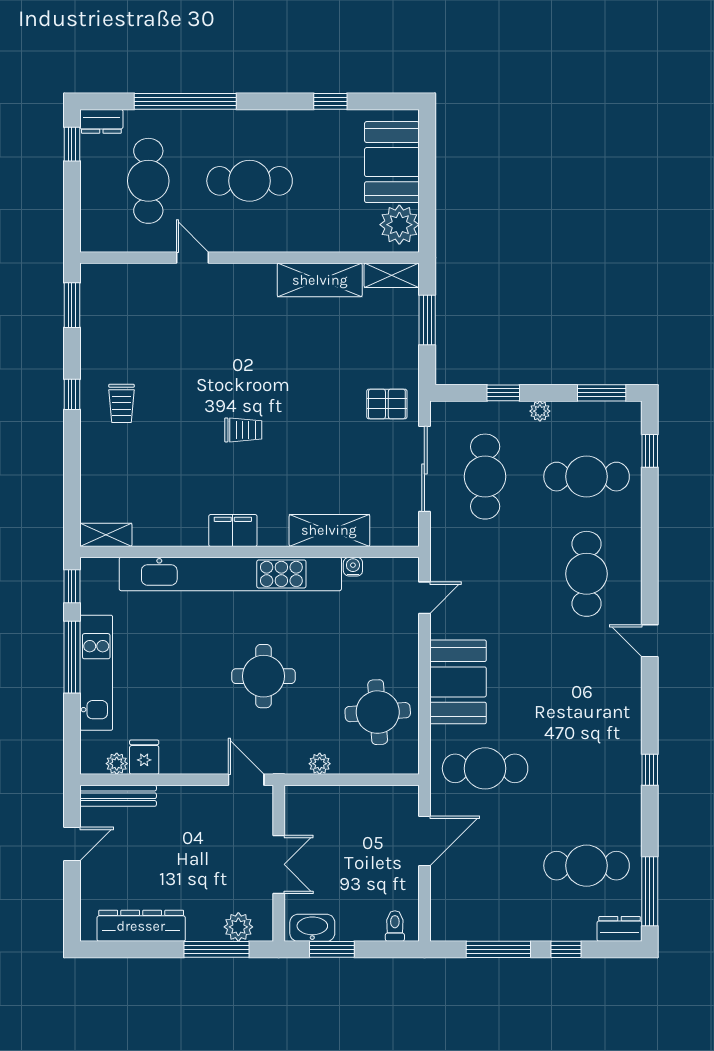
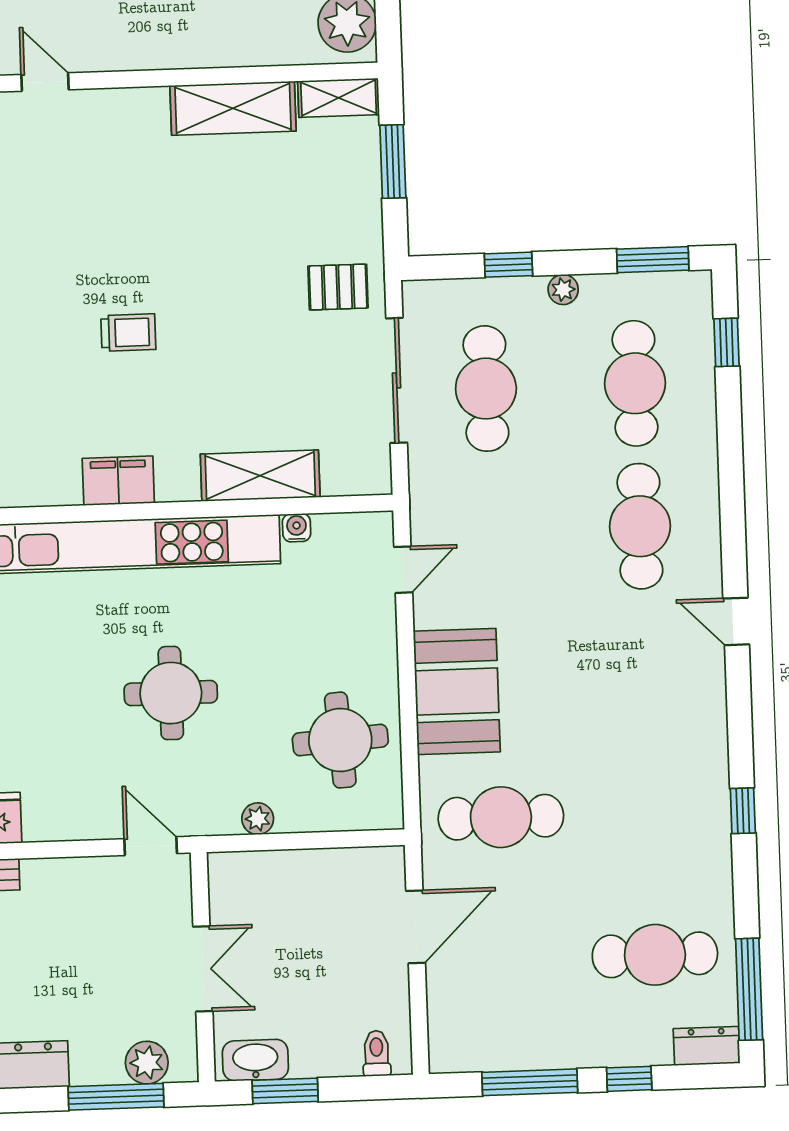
cafe table: (587, 477) -> (635, 383), turned 90

